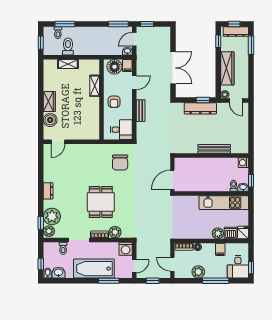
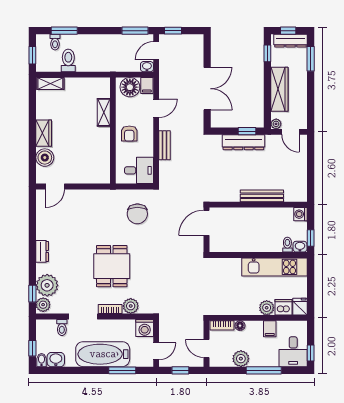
shelving: (68, 64) -> (50, 84), moved
door: (172, 180) -> (206, 223), moved

